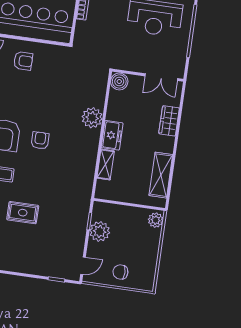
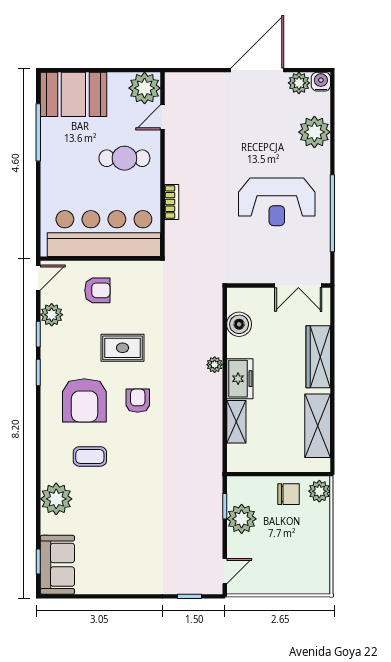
boiler: (119, 81) -> (239, 324), moved
plant: (92, 118) -> (215, 365), width x0.53, depth x0.53
wardrobe: (169, 121) -> (318, 357), width x1.50
rug: (23, 213) -> (123, 348), moved
chair: (120, 272) -> (288, 494), moved, turned 180

